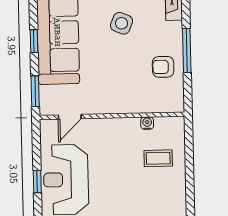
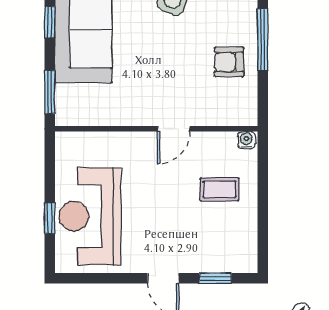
door: (70, 117) -> (174, 129), moved
water cooler: (147, 123) -> (246, 140), moved

